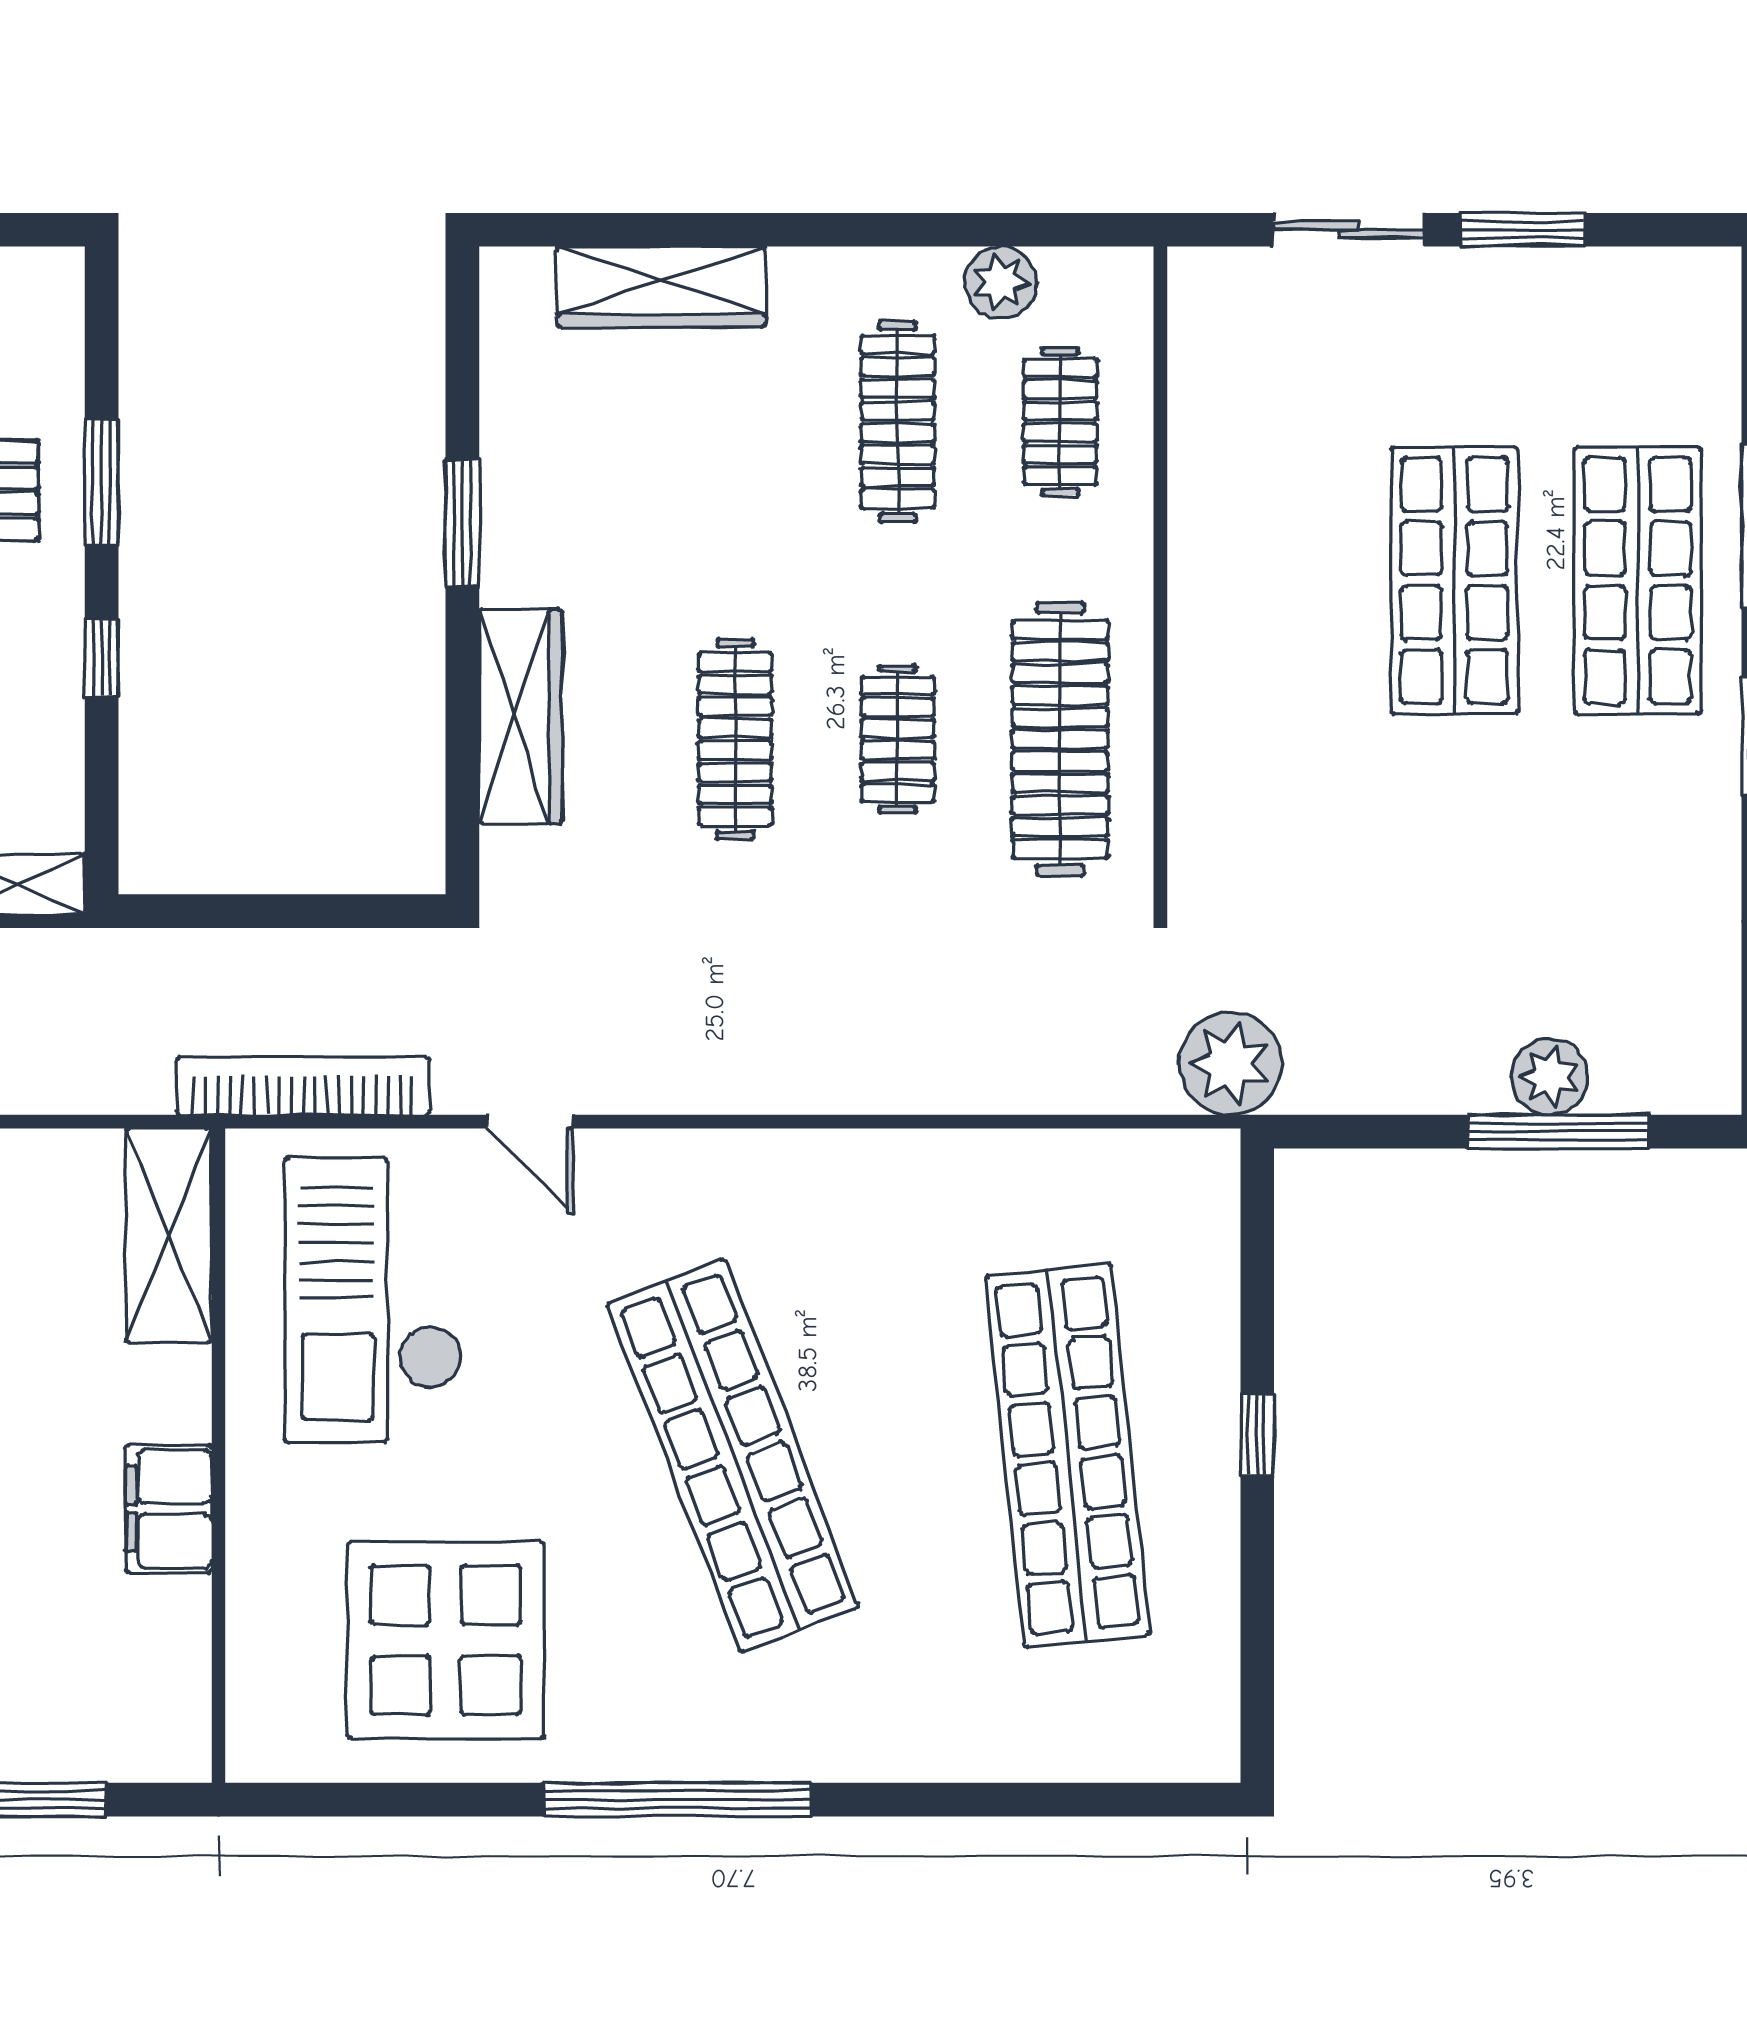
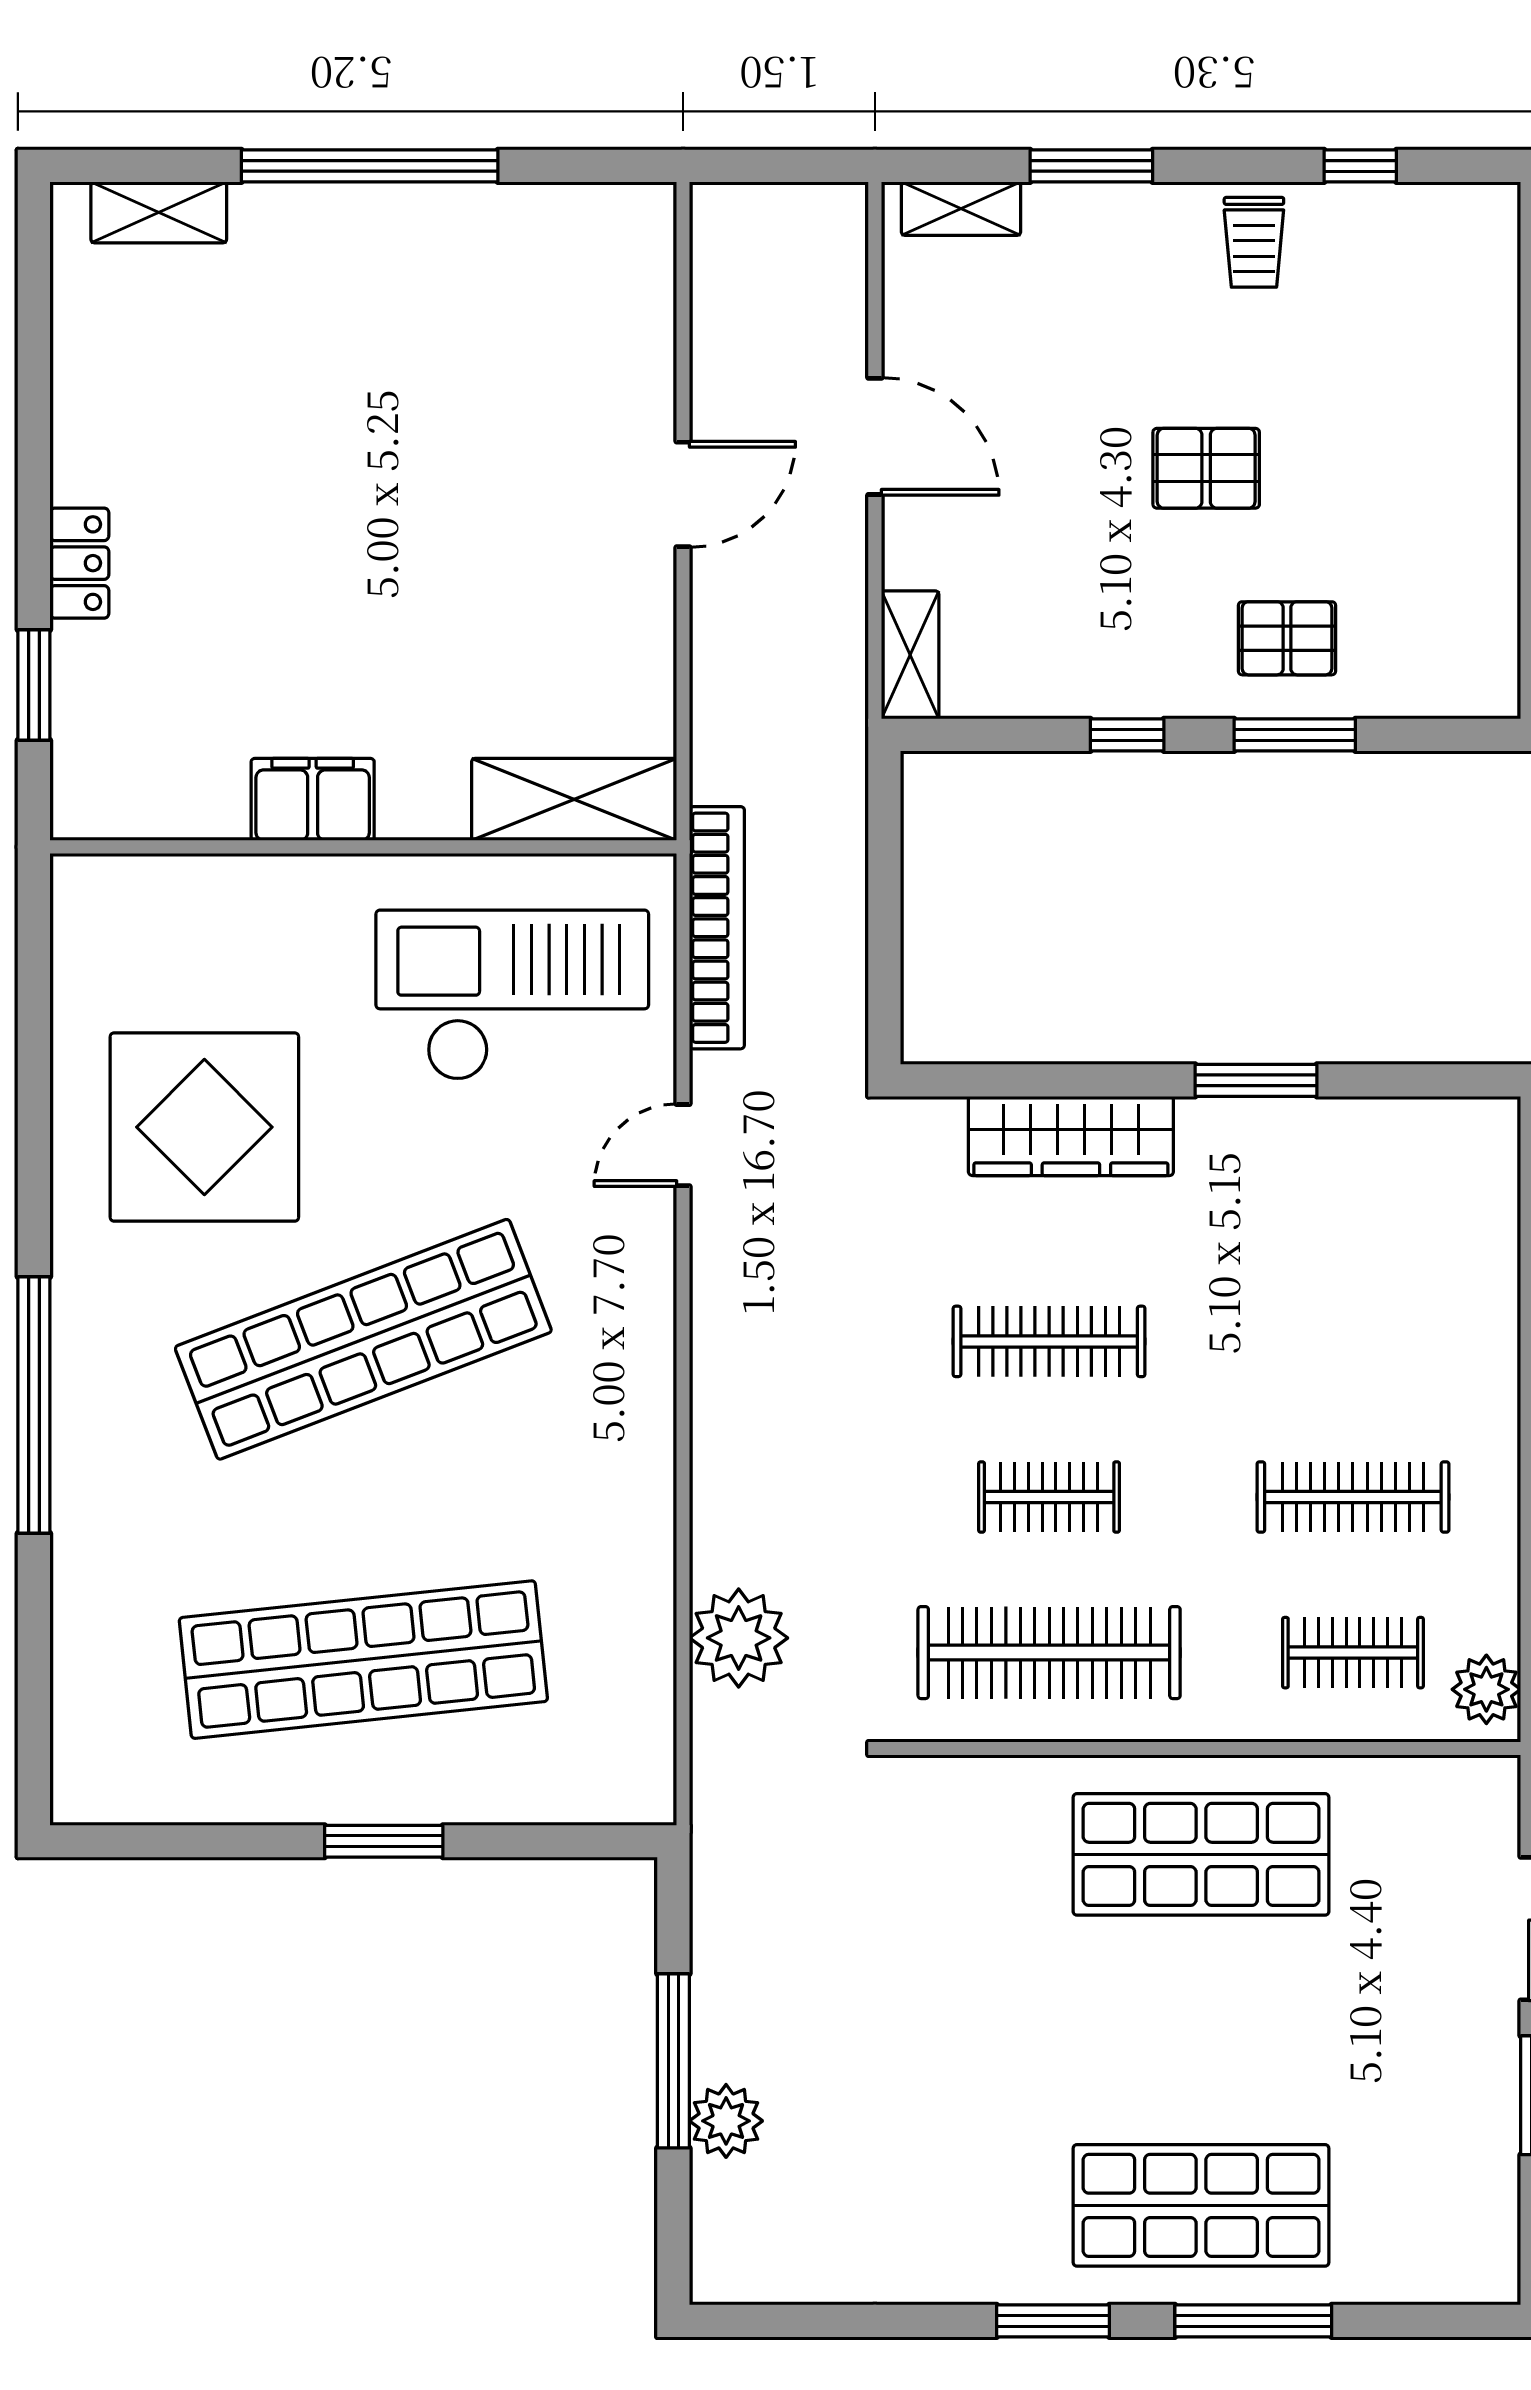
plant: (1001, 282) -> (1486, 1689), moved
wardrobe: (661, 287) -> (1482, 1271), removed
shop shelf: (1454, 580) -> (1201, 1854), moved
plant: (1231, 1064) -> (739, 1638), moved
window: (1558, 1132) -> (673, 2061), moved
window: (1257, 1434) -> (384, 1841), width x1.50
display table: (446, 1640) -> (204, 1127), moved
window: (677, 1800) -> (34, 1405), moved

